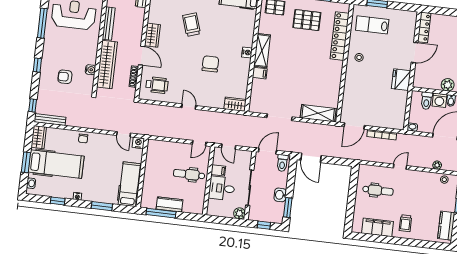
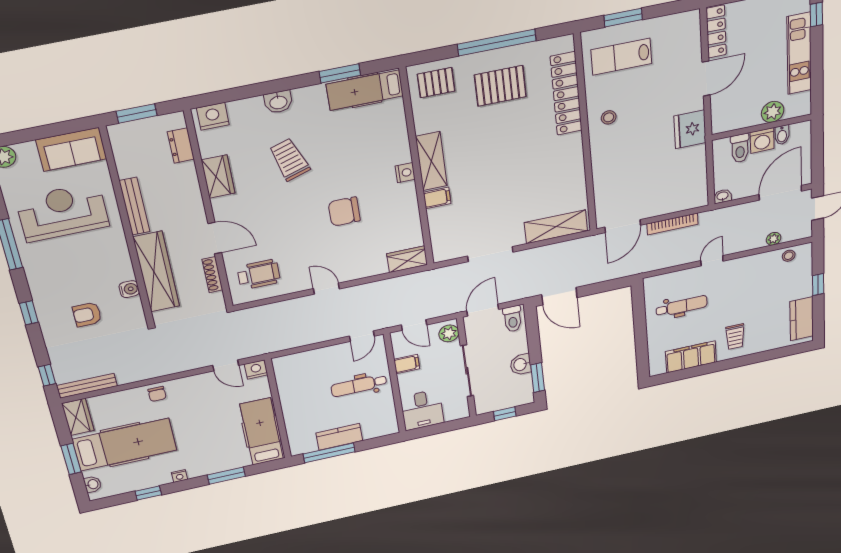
wardrobe: (152, 35) -> (218, 177), moved
chair: (210, 64) -> (344, 212), turned -90
desk: (222, 188) -> (422, 410), moved, turned -90
plant: (239, 213) -> (449, 333), moved

